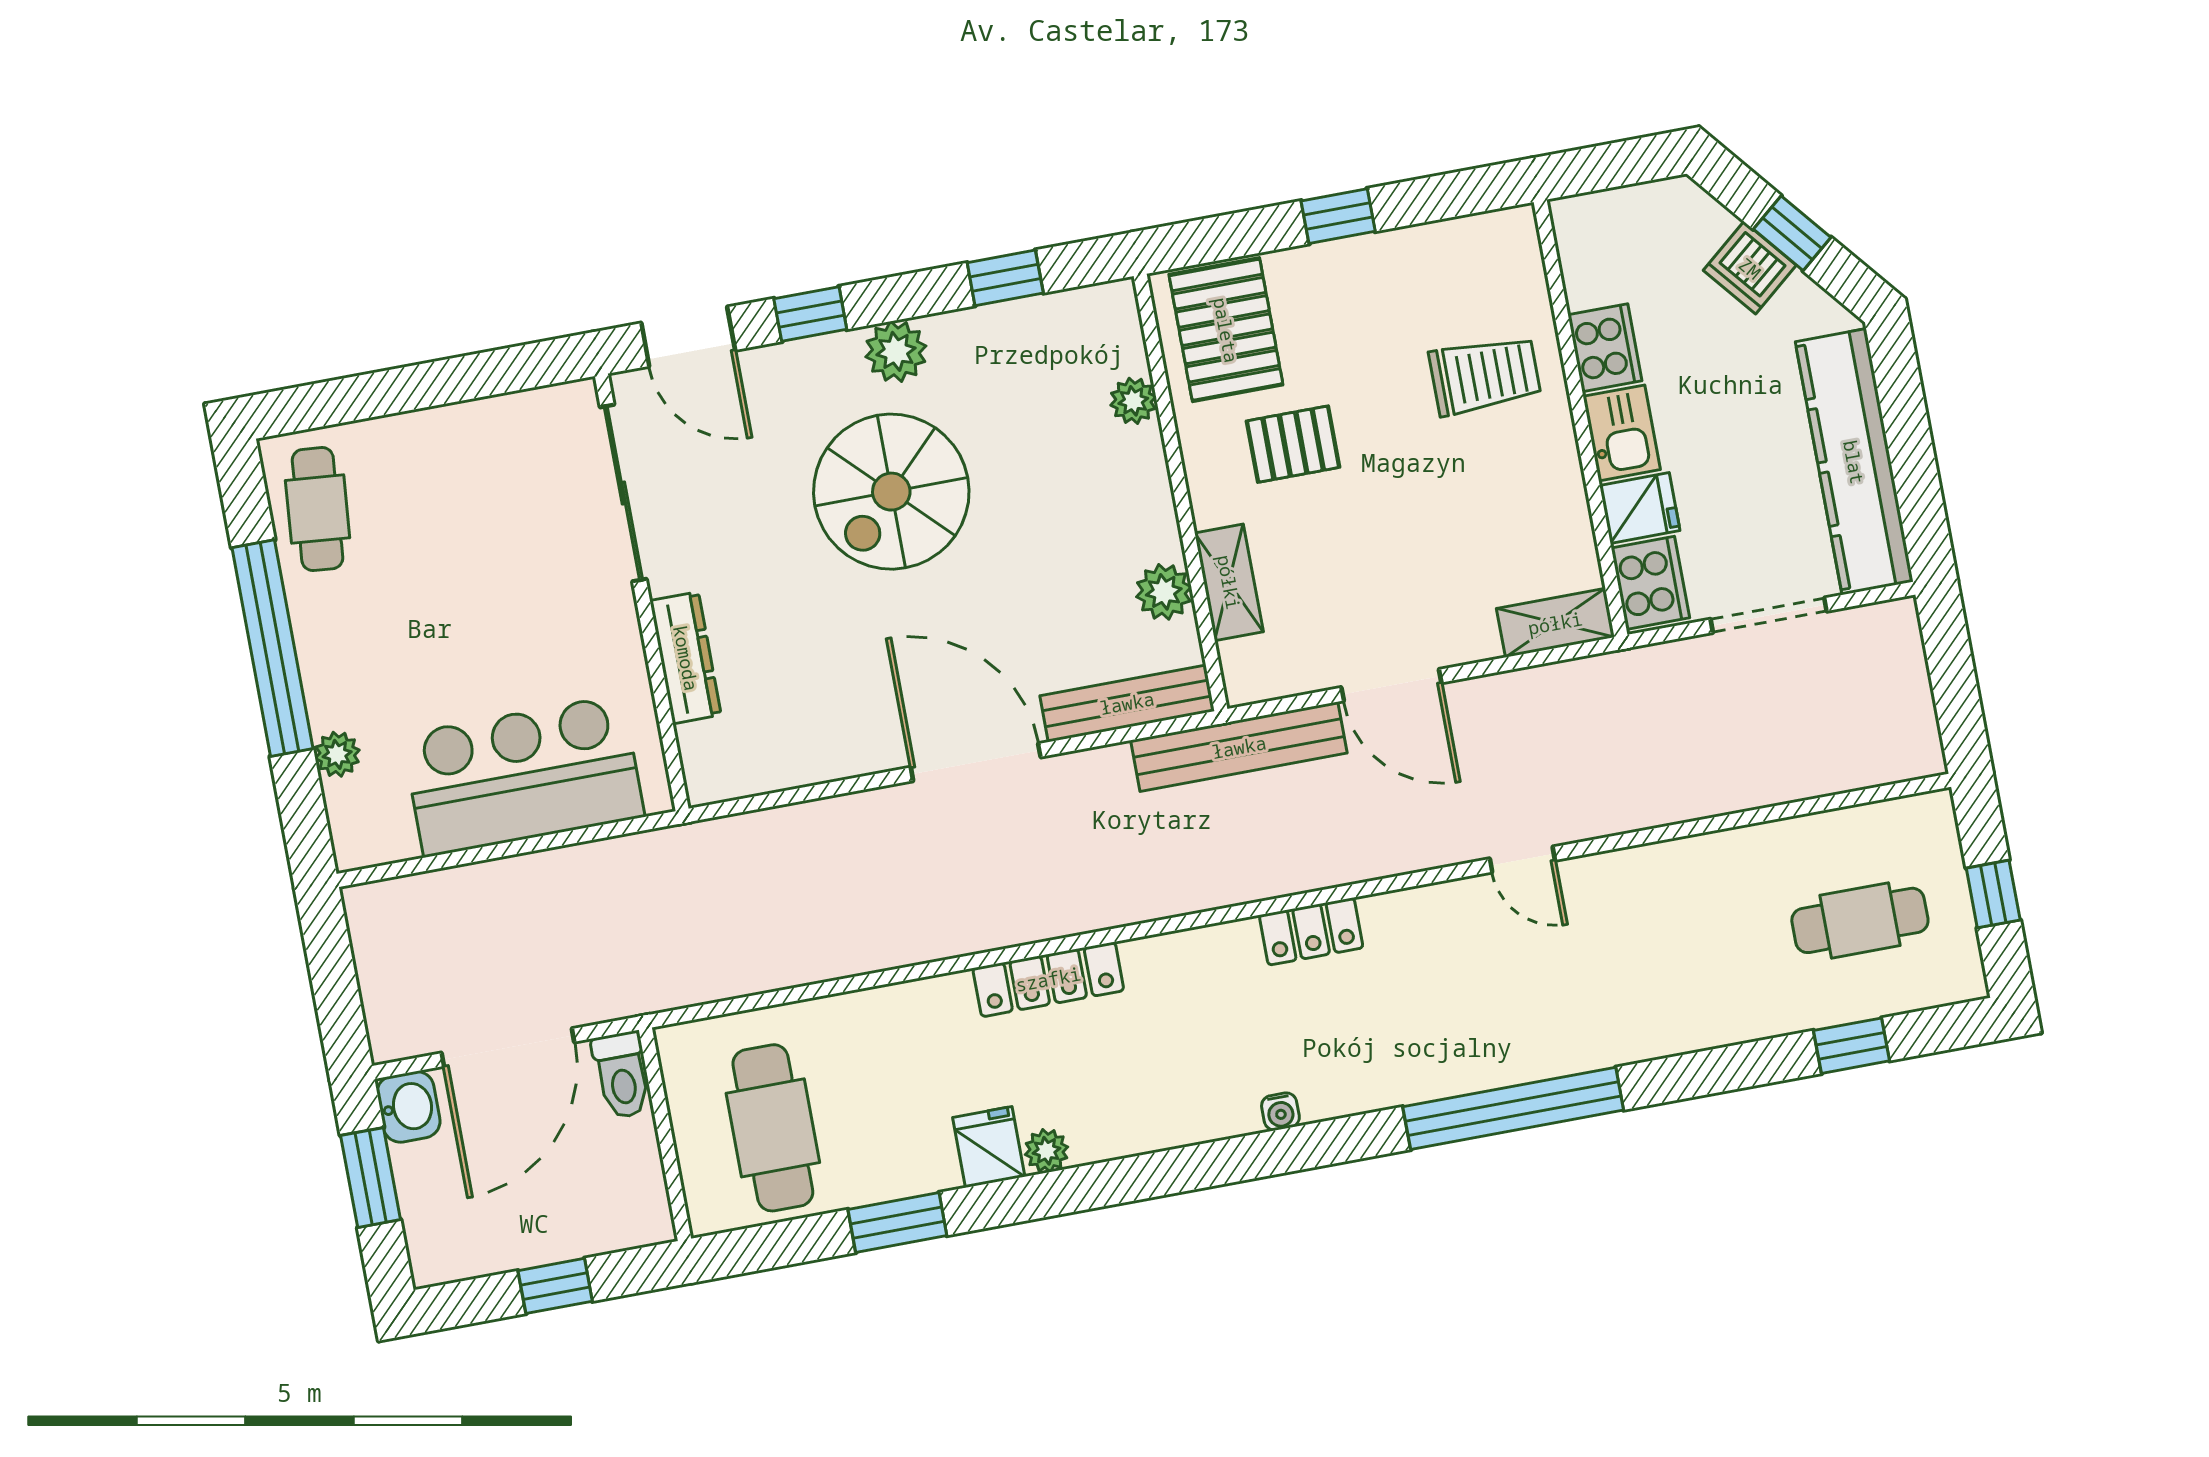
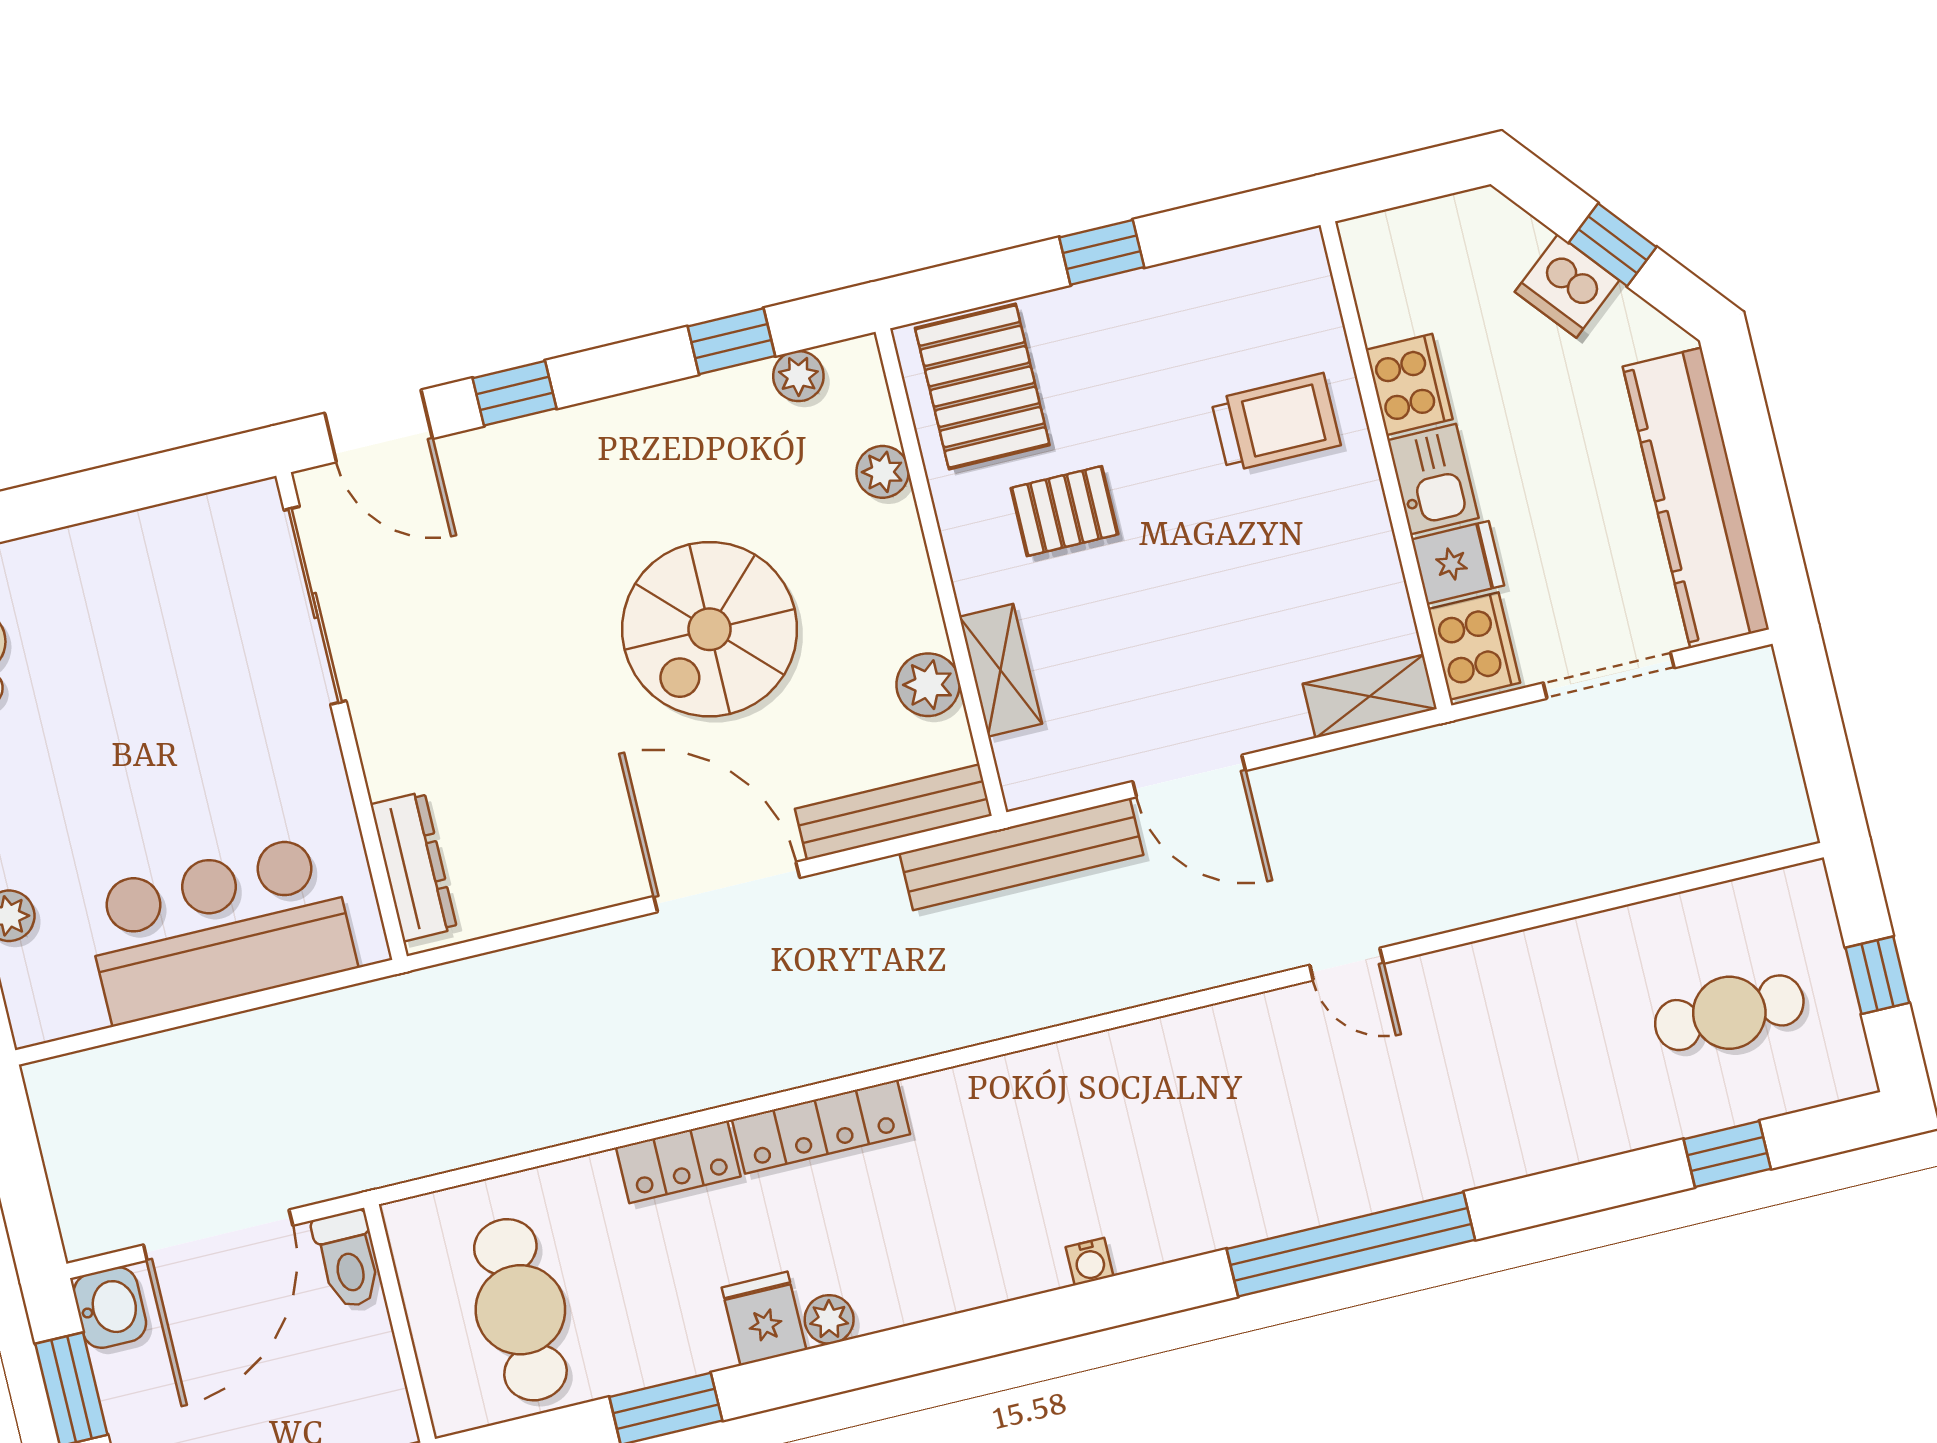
plant: (896, 351) -> (798, 376), moved, width x0.73, depth x0.73
spiral stairs: (891, 492) -> (710, 629), moved
dresser: (686, 658) -> (414, 867), moved
locker: (1311, 931) -> (678, 1162), moved

